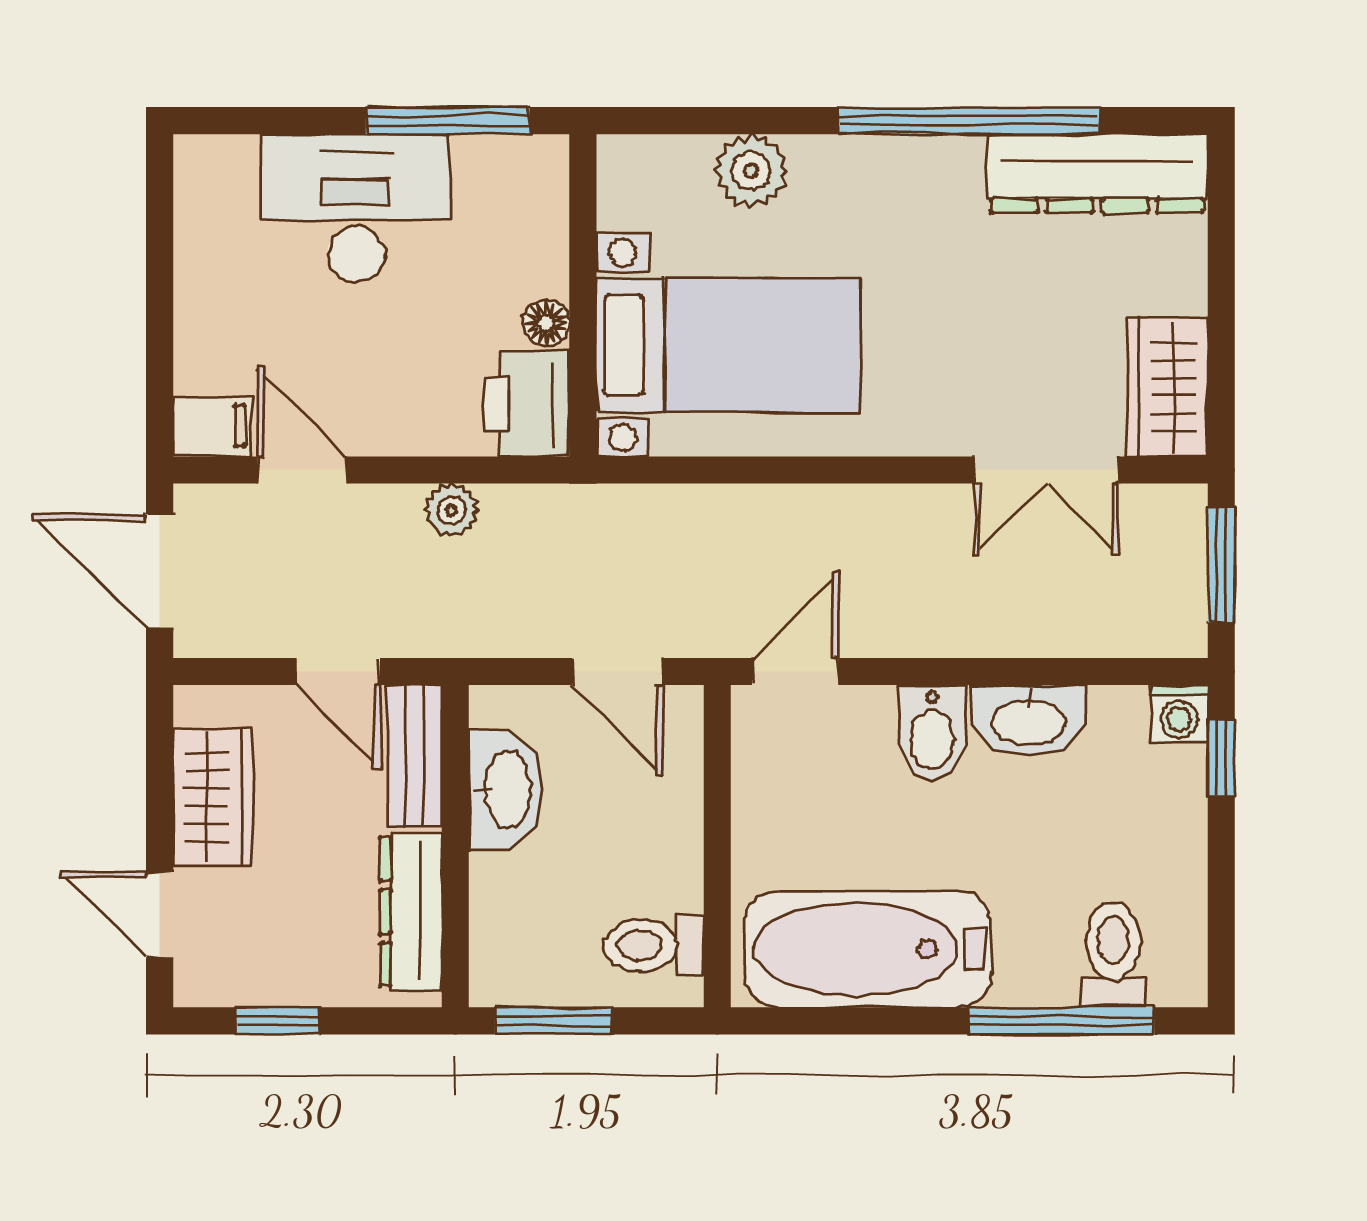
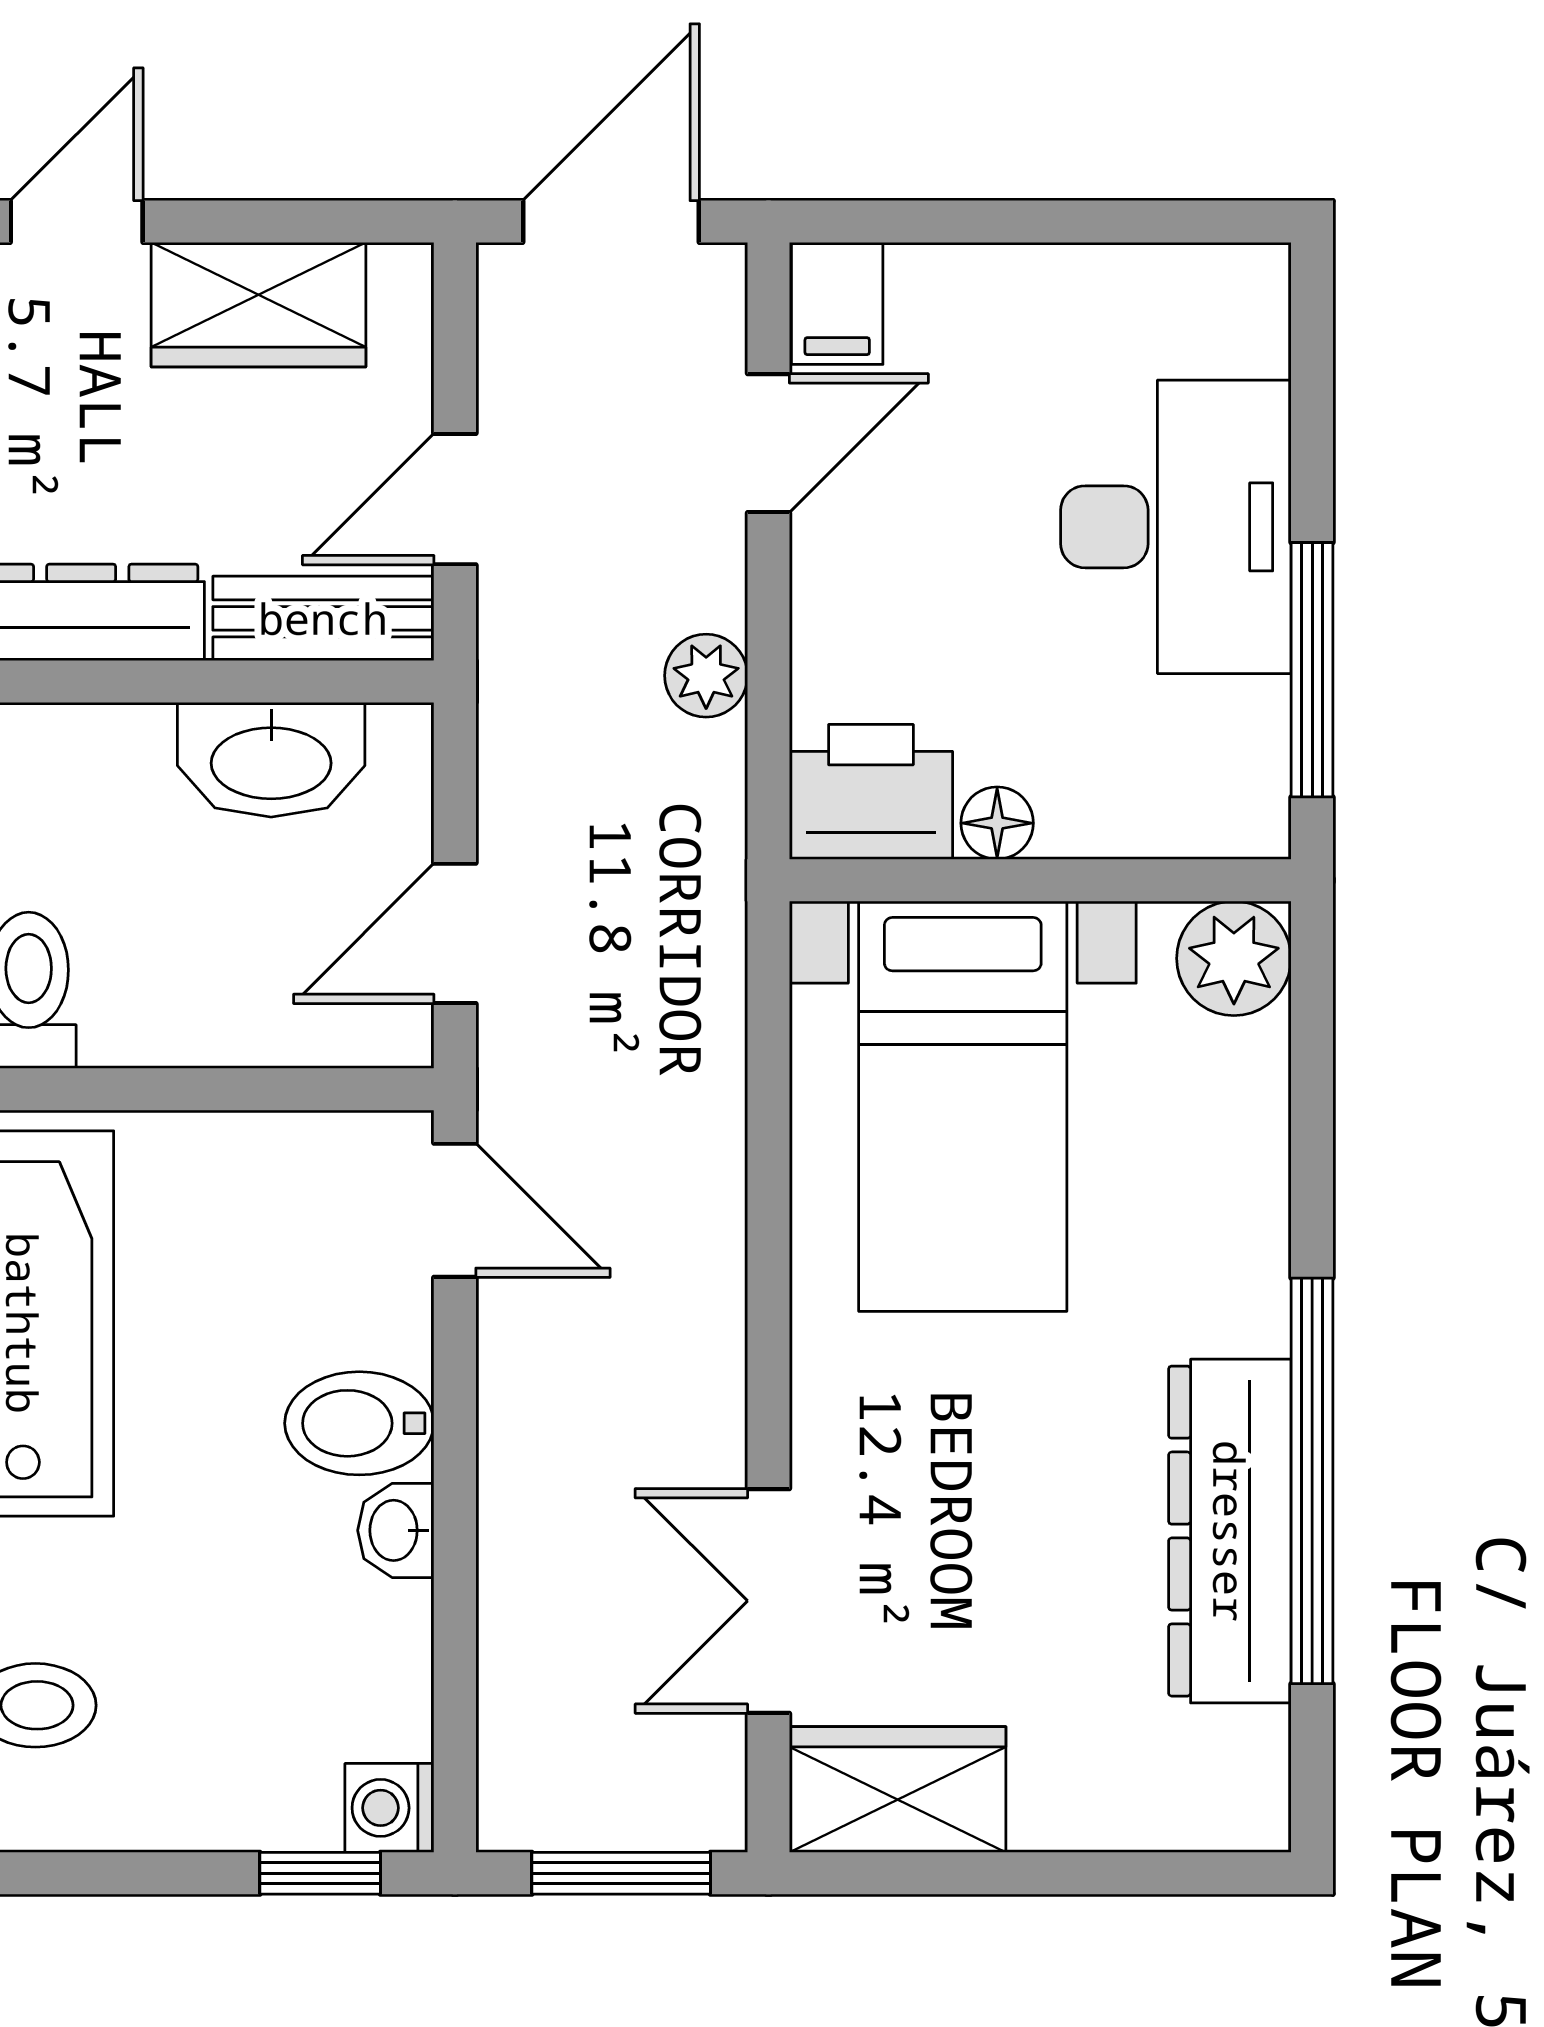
plant: (751, 171) -> (1234, 958), moved
dresser: (1097, 173) -> (1230, 1531), moved
washbasin: (1029, 720) -> (396, 1530), width x0.52, depth x0.69

